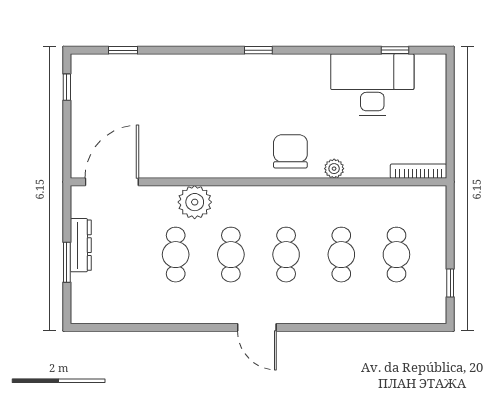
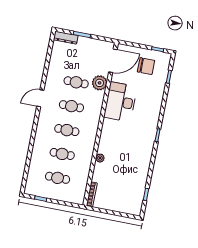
desk: (372, 85) -> (120, 102), moved, turned 180
chair: (290, 151) -> (146, 66), moved
door: (112, 182) -> (113, 61), hinge flipped
plant: (195, 202) -> (100, 83), moved
dresser: (81, 245) -> (66, 38), moved
door: (257, 327) -> (40, 98), moved

